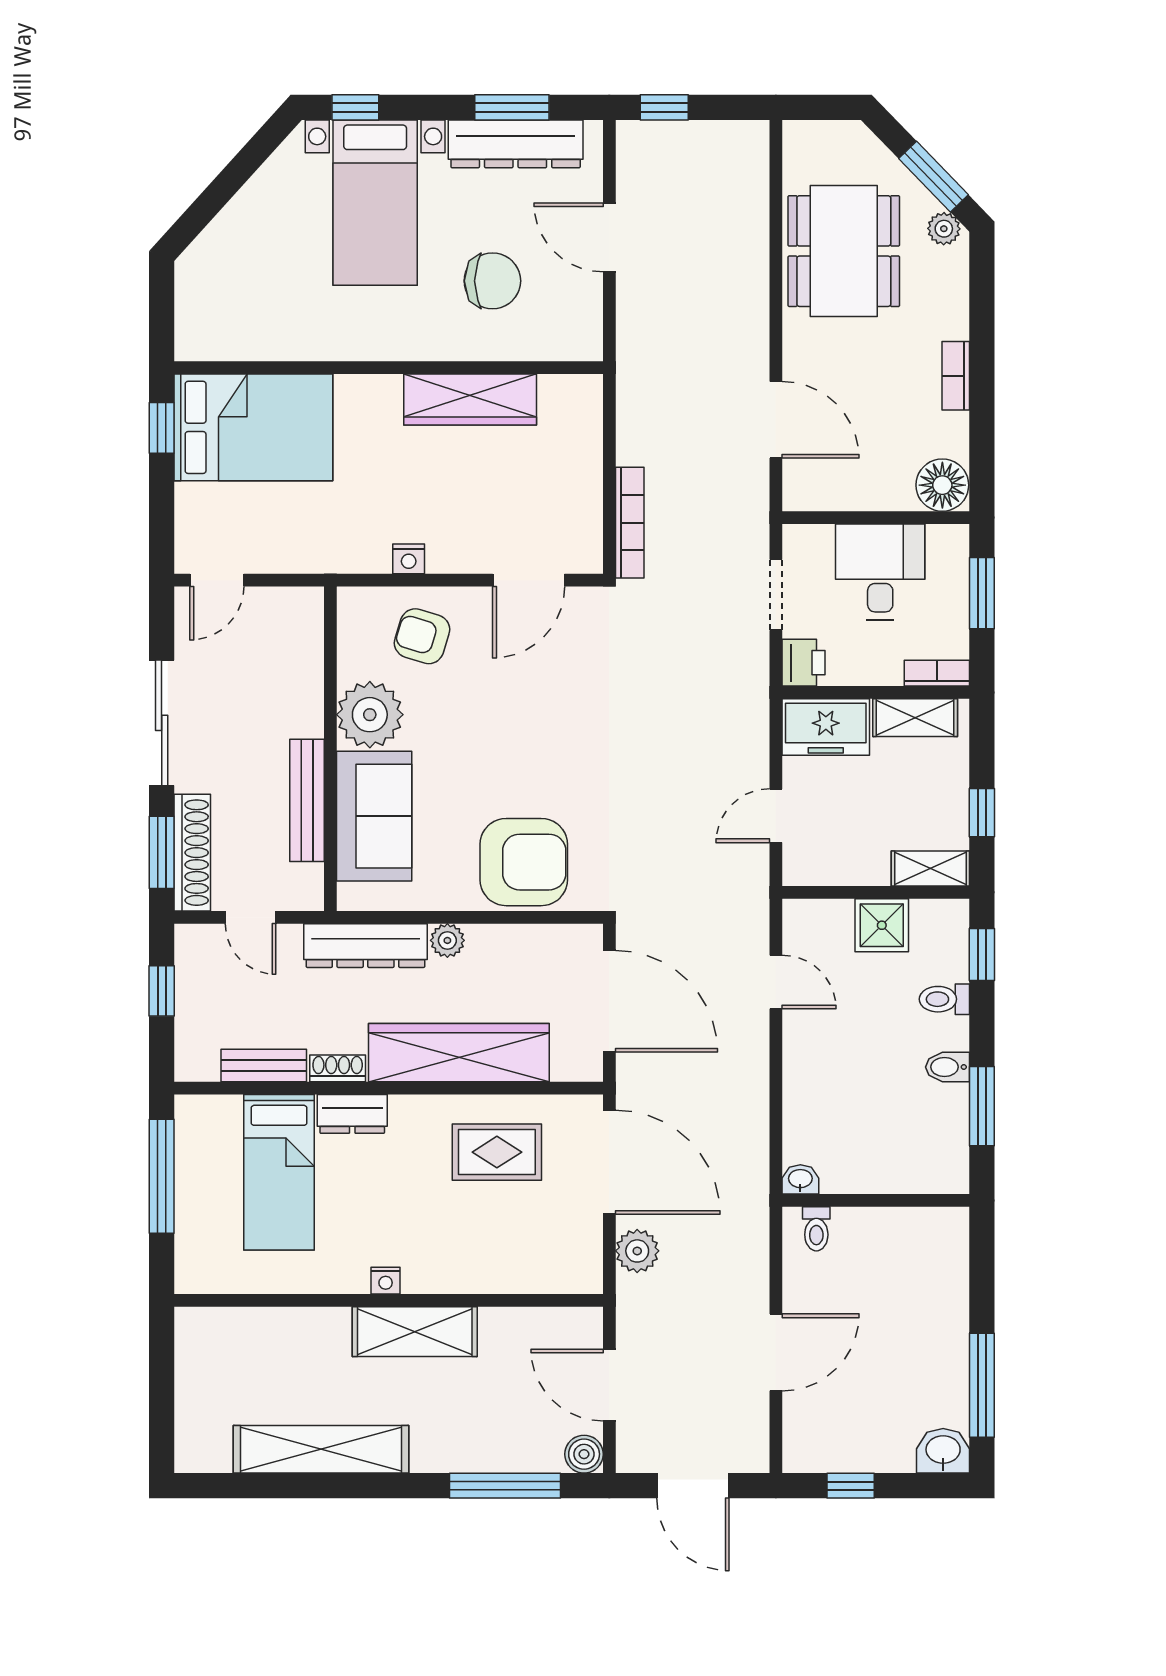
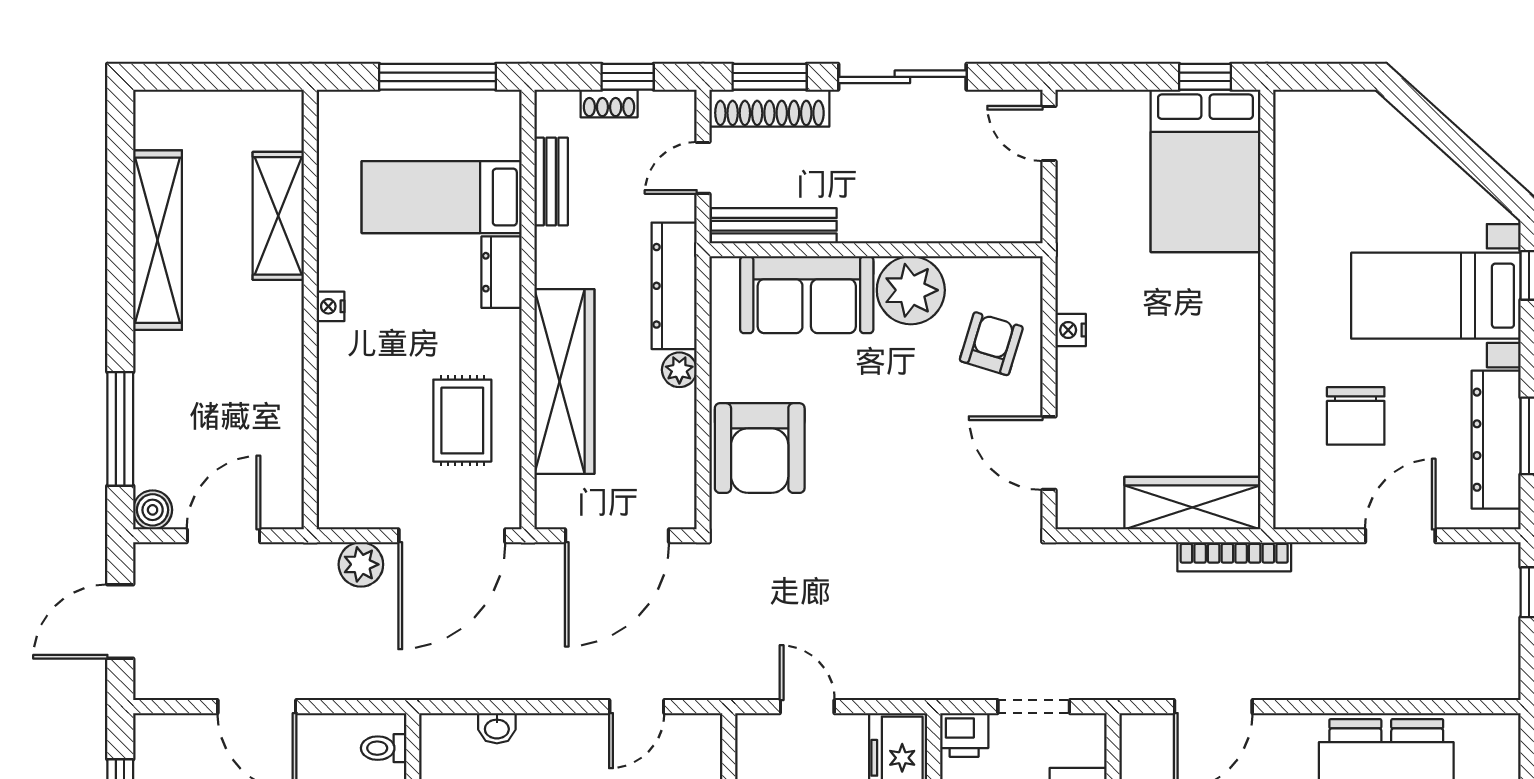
wardrobe: (470, 400) -> (1192, 503), moved, turned 90
bookcase: (630, 523) -> (1234, 557), moved
bench: (307, 800) -> (774, 226), moved
shoe rack: (338, 1068) -> (609, 103), moved, turned 90
washbasin: (800, 1179) -> (497, 728), moved, turned 90
shelving: (415, 1332) -> (278, 216), moved

